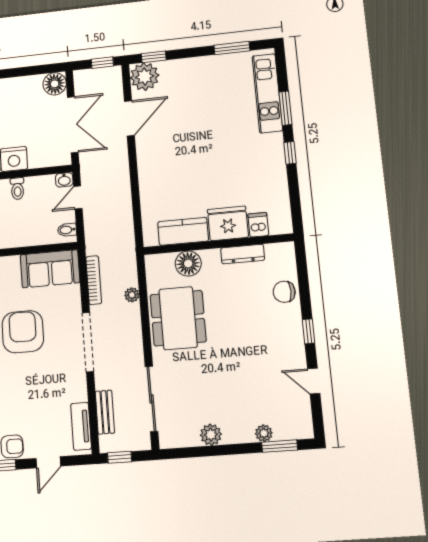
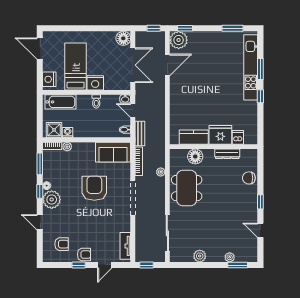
kitchen unit: (267, 93) -> (251, 67), width x1.36
door: (78, 198) -> (133, 111), hinge flipped
bench: (105, 412) -> (140, 134), moved

